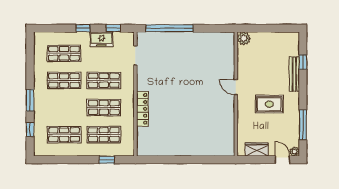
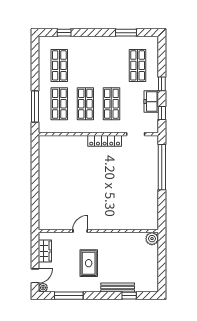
shop shelf: (64, 80) -> (111, 65), removed
door: (236, 87) -> (80, 231), moved
window: (30, 100) -> (126, 33), moved
locker: (142, 109) -> (105, 141), moved
window: (107, 160) -> (35, 107), width x2.17

